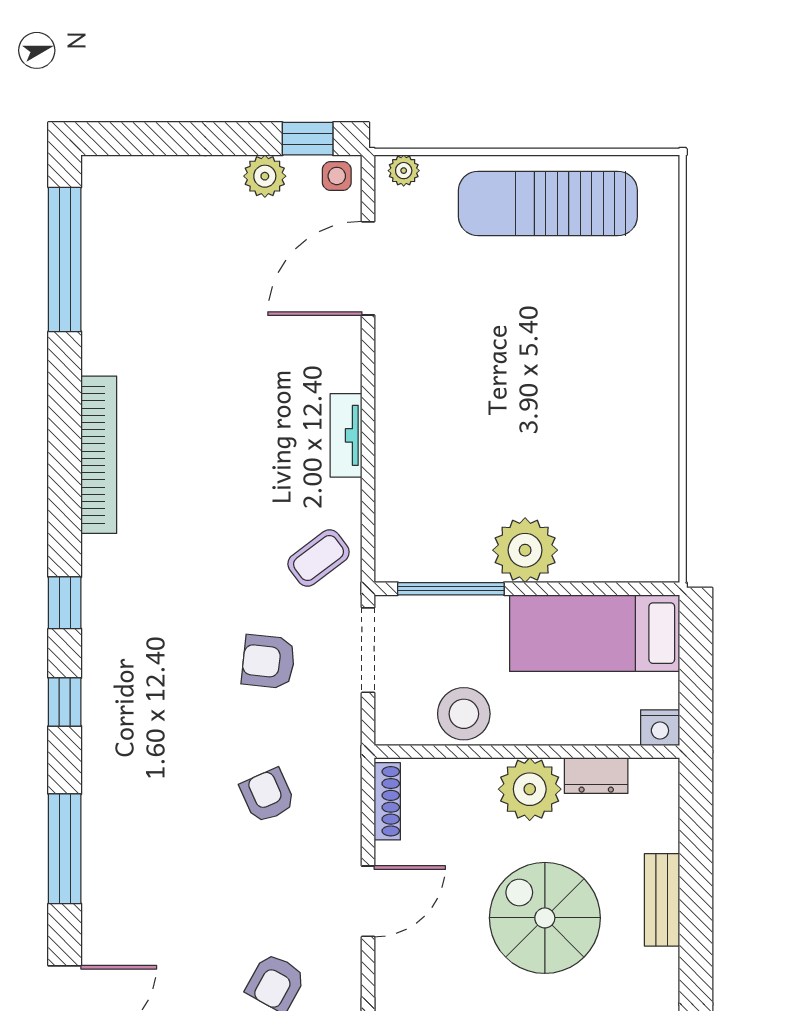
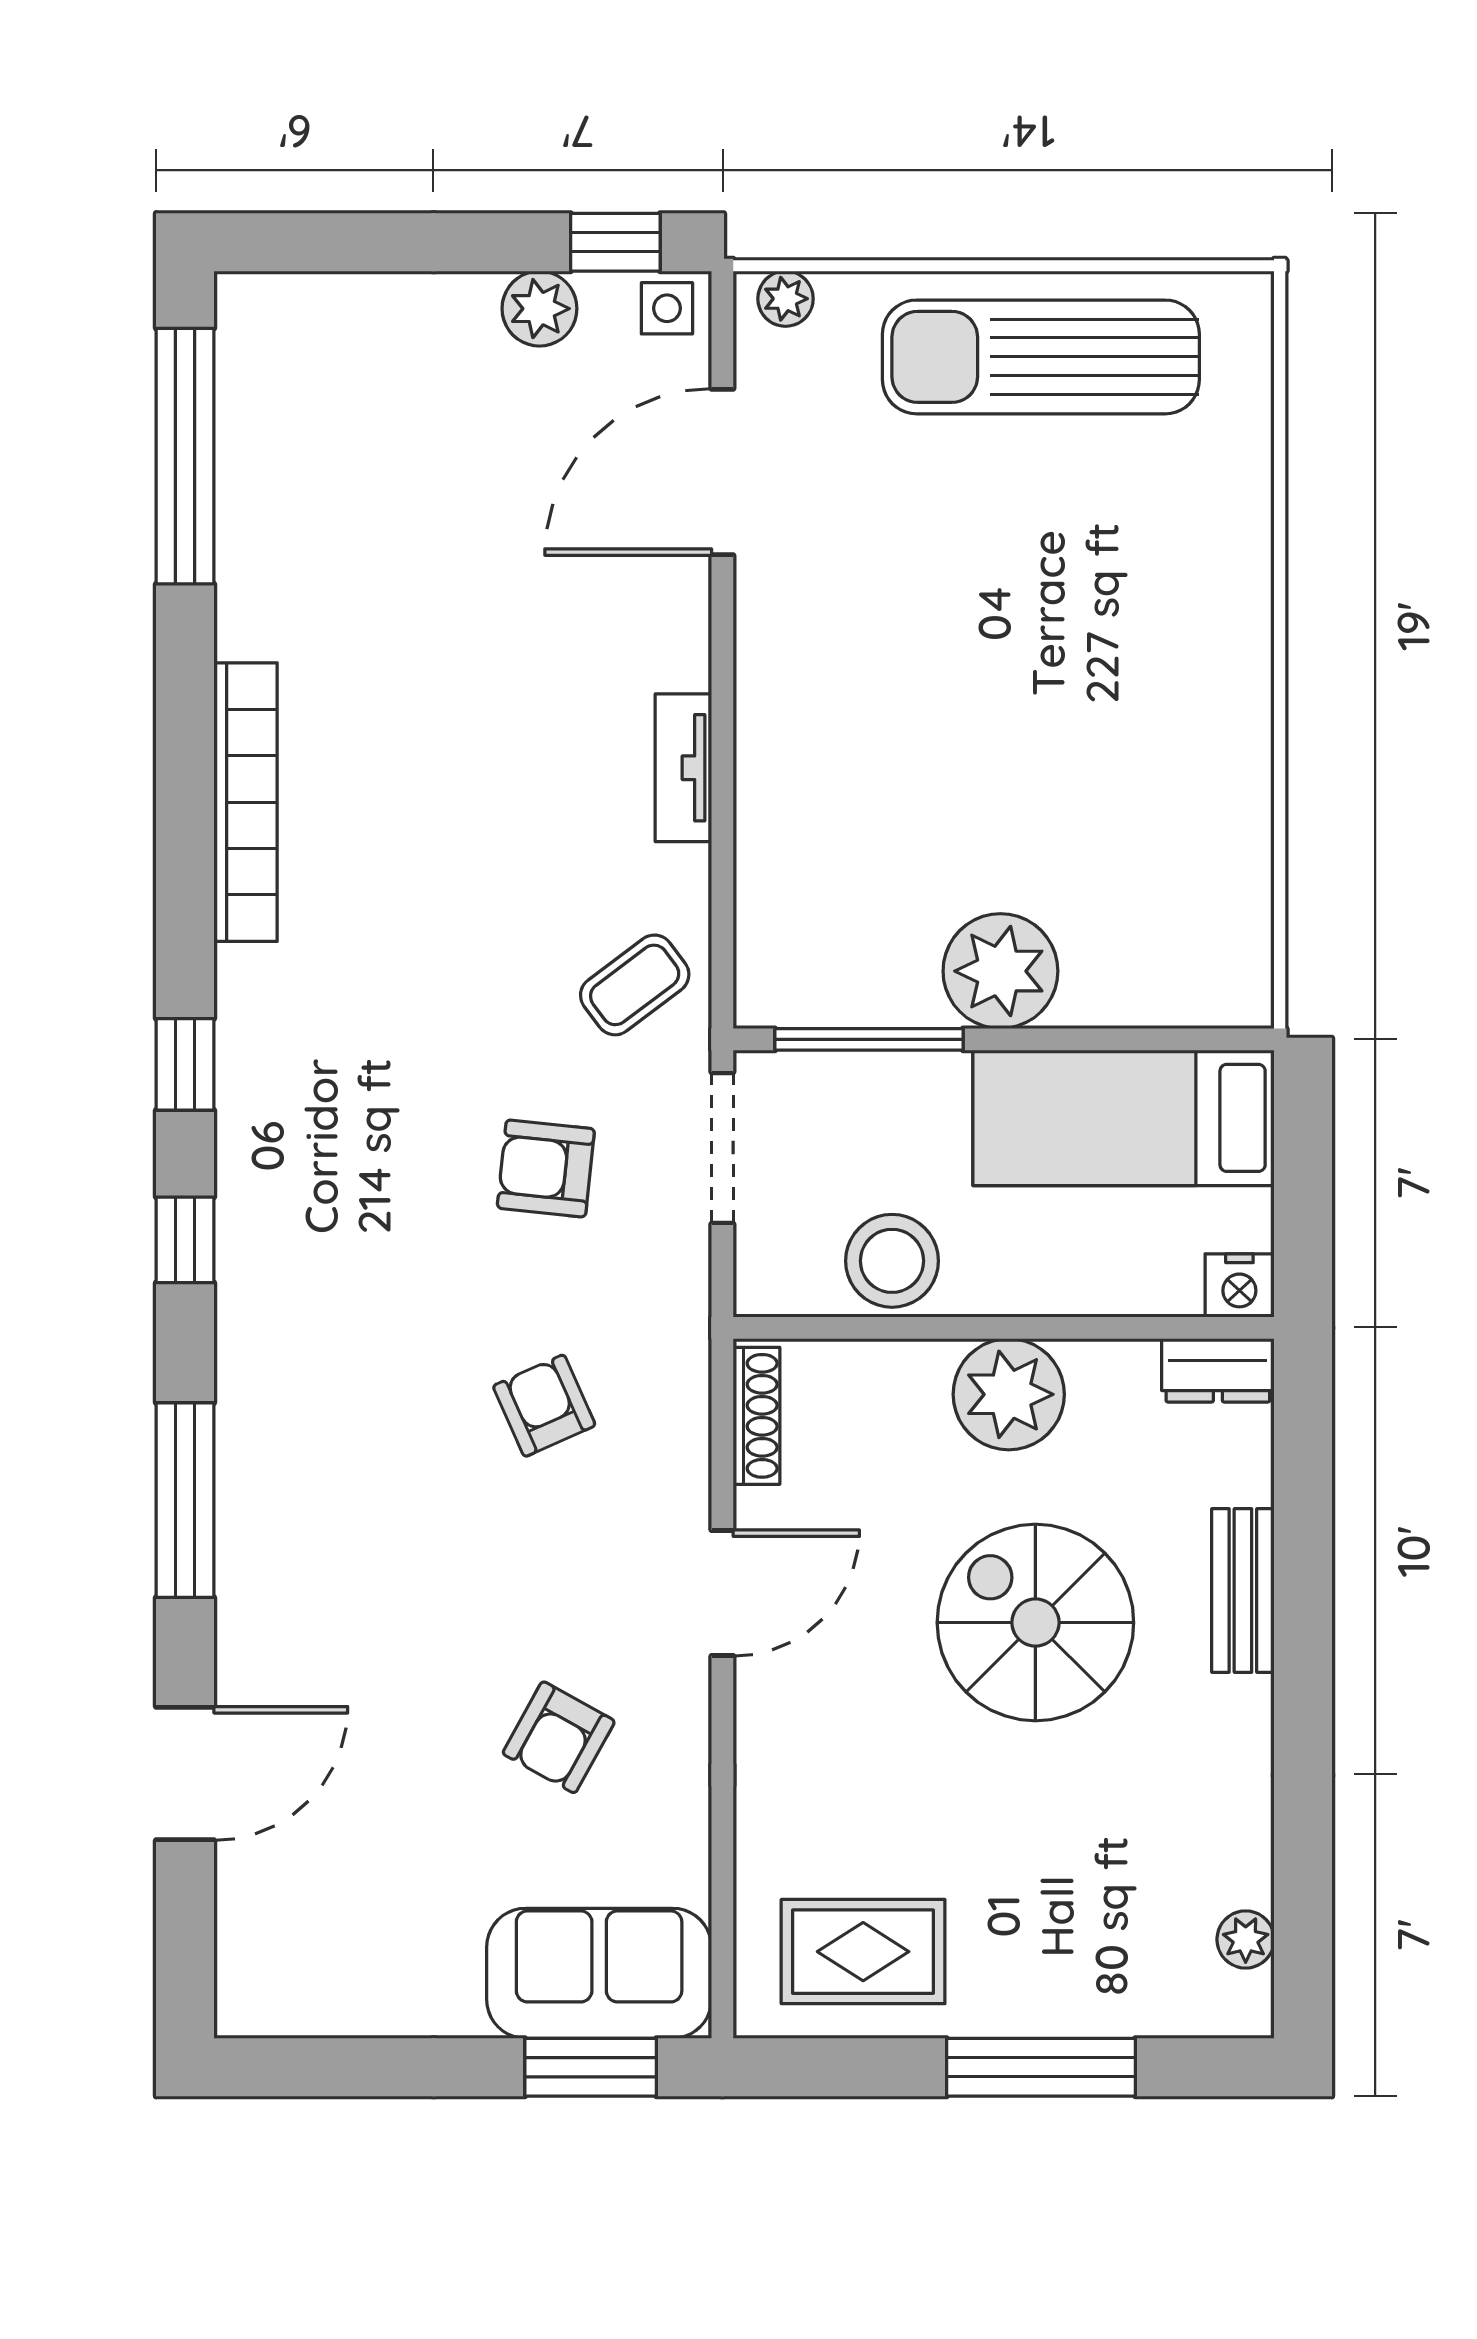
dresser: (596, 776) -> (1218, 1370), moved

